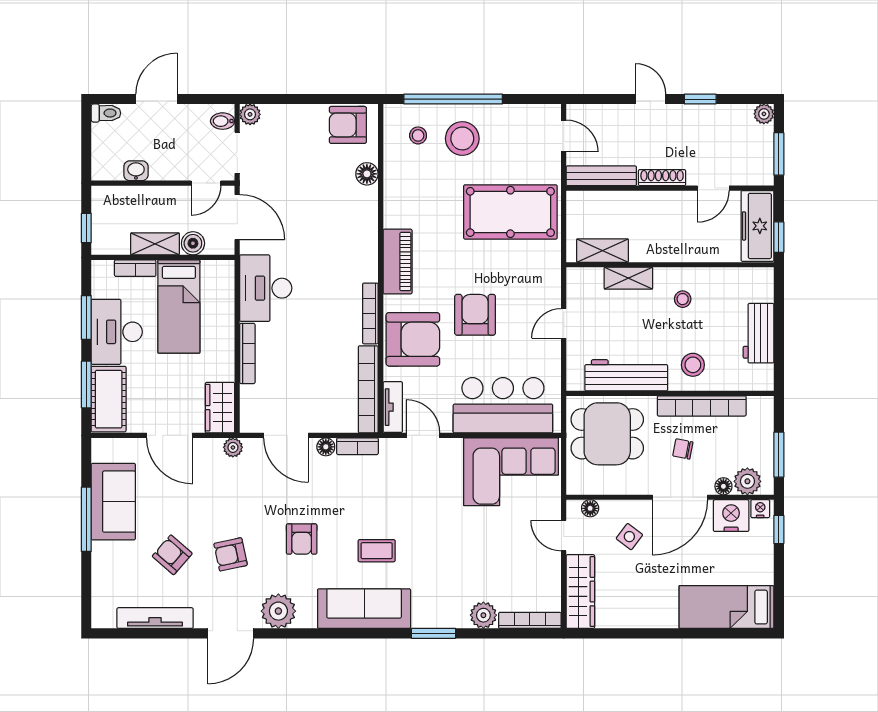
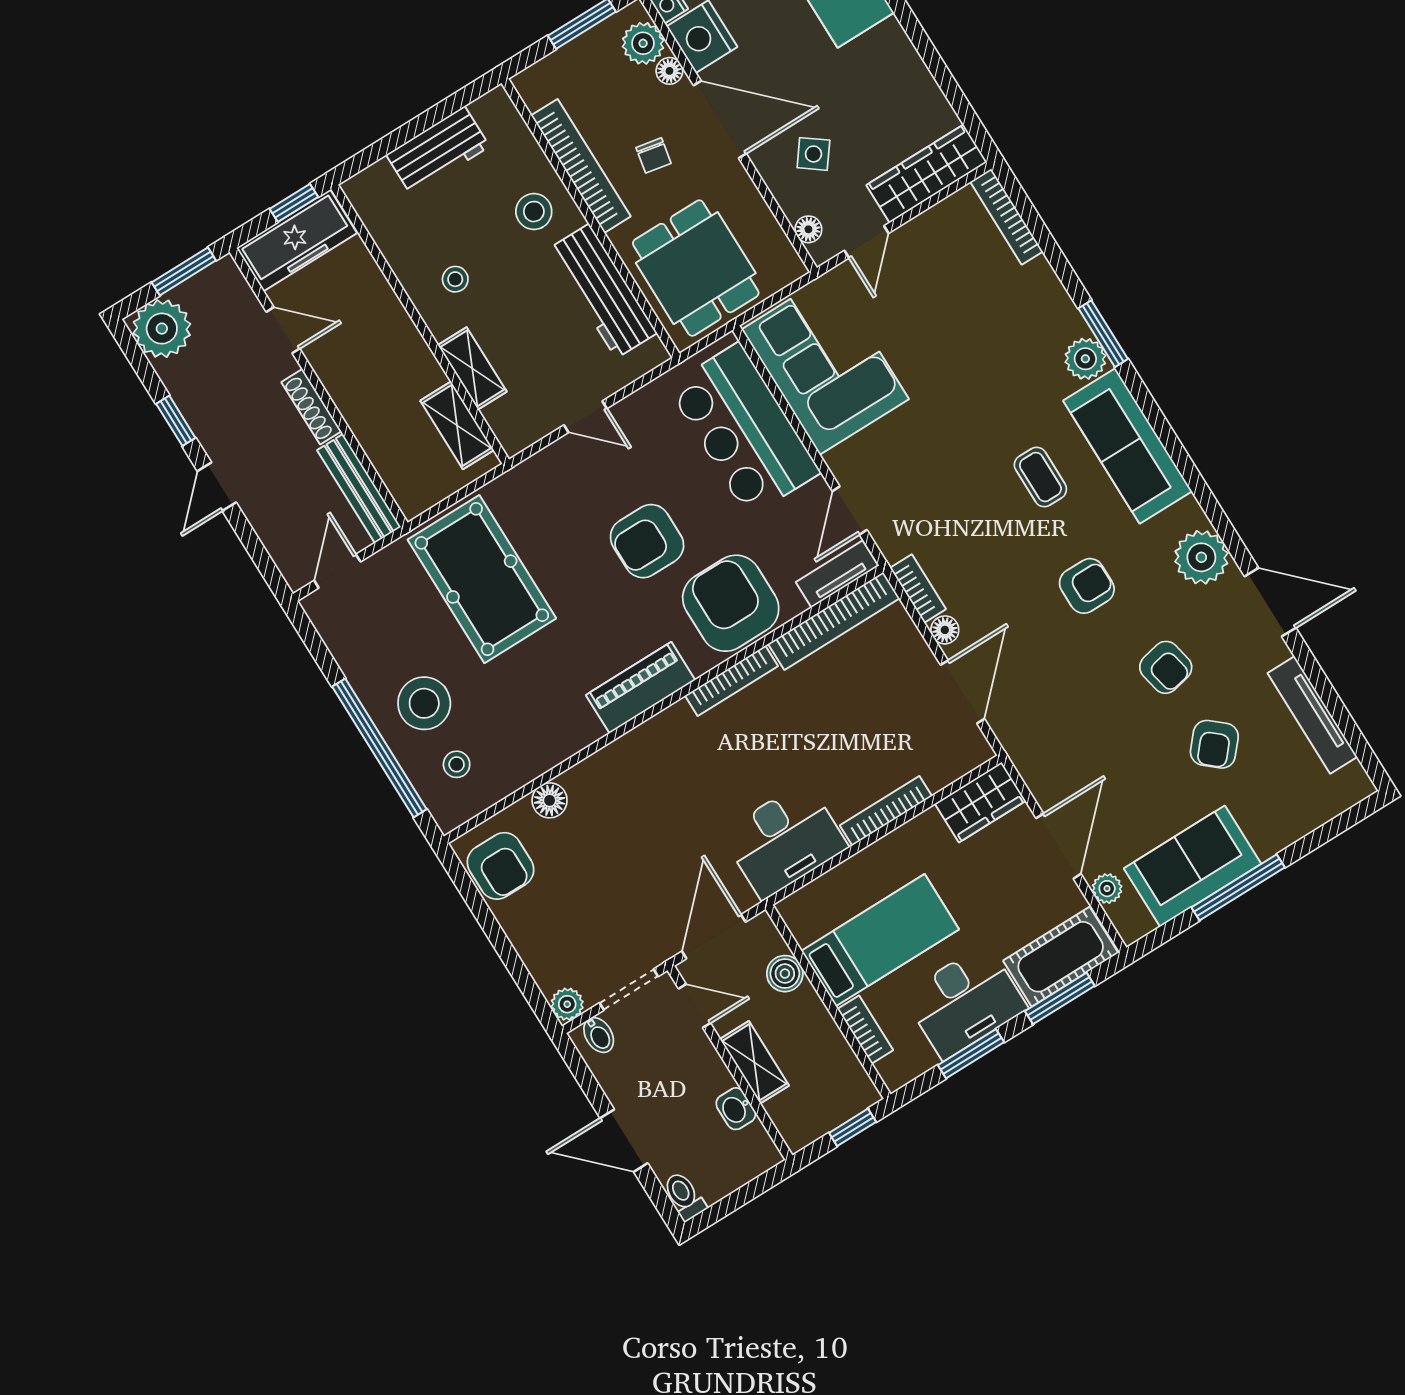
plant: (764, 114) -> (162, 329), width x1.87, depth x1.87
shelving: (155, 244) -> (754, 1062), moved
plant: (233, 447) -> (1107, 889), moved
plant: (483, 615) -> (1085, 359), moved

